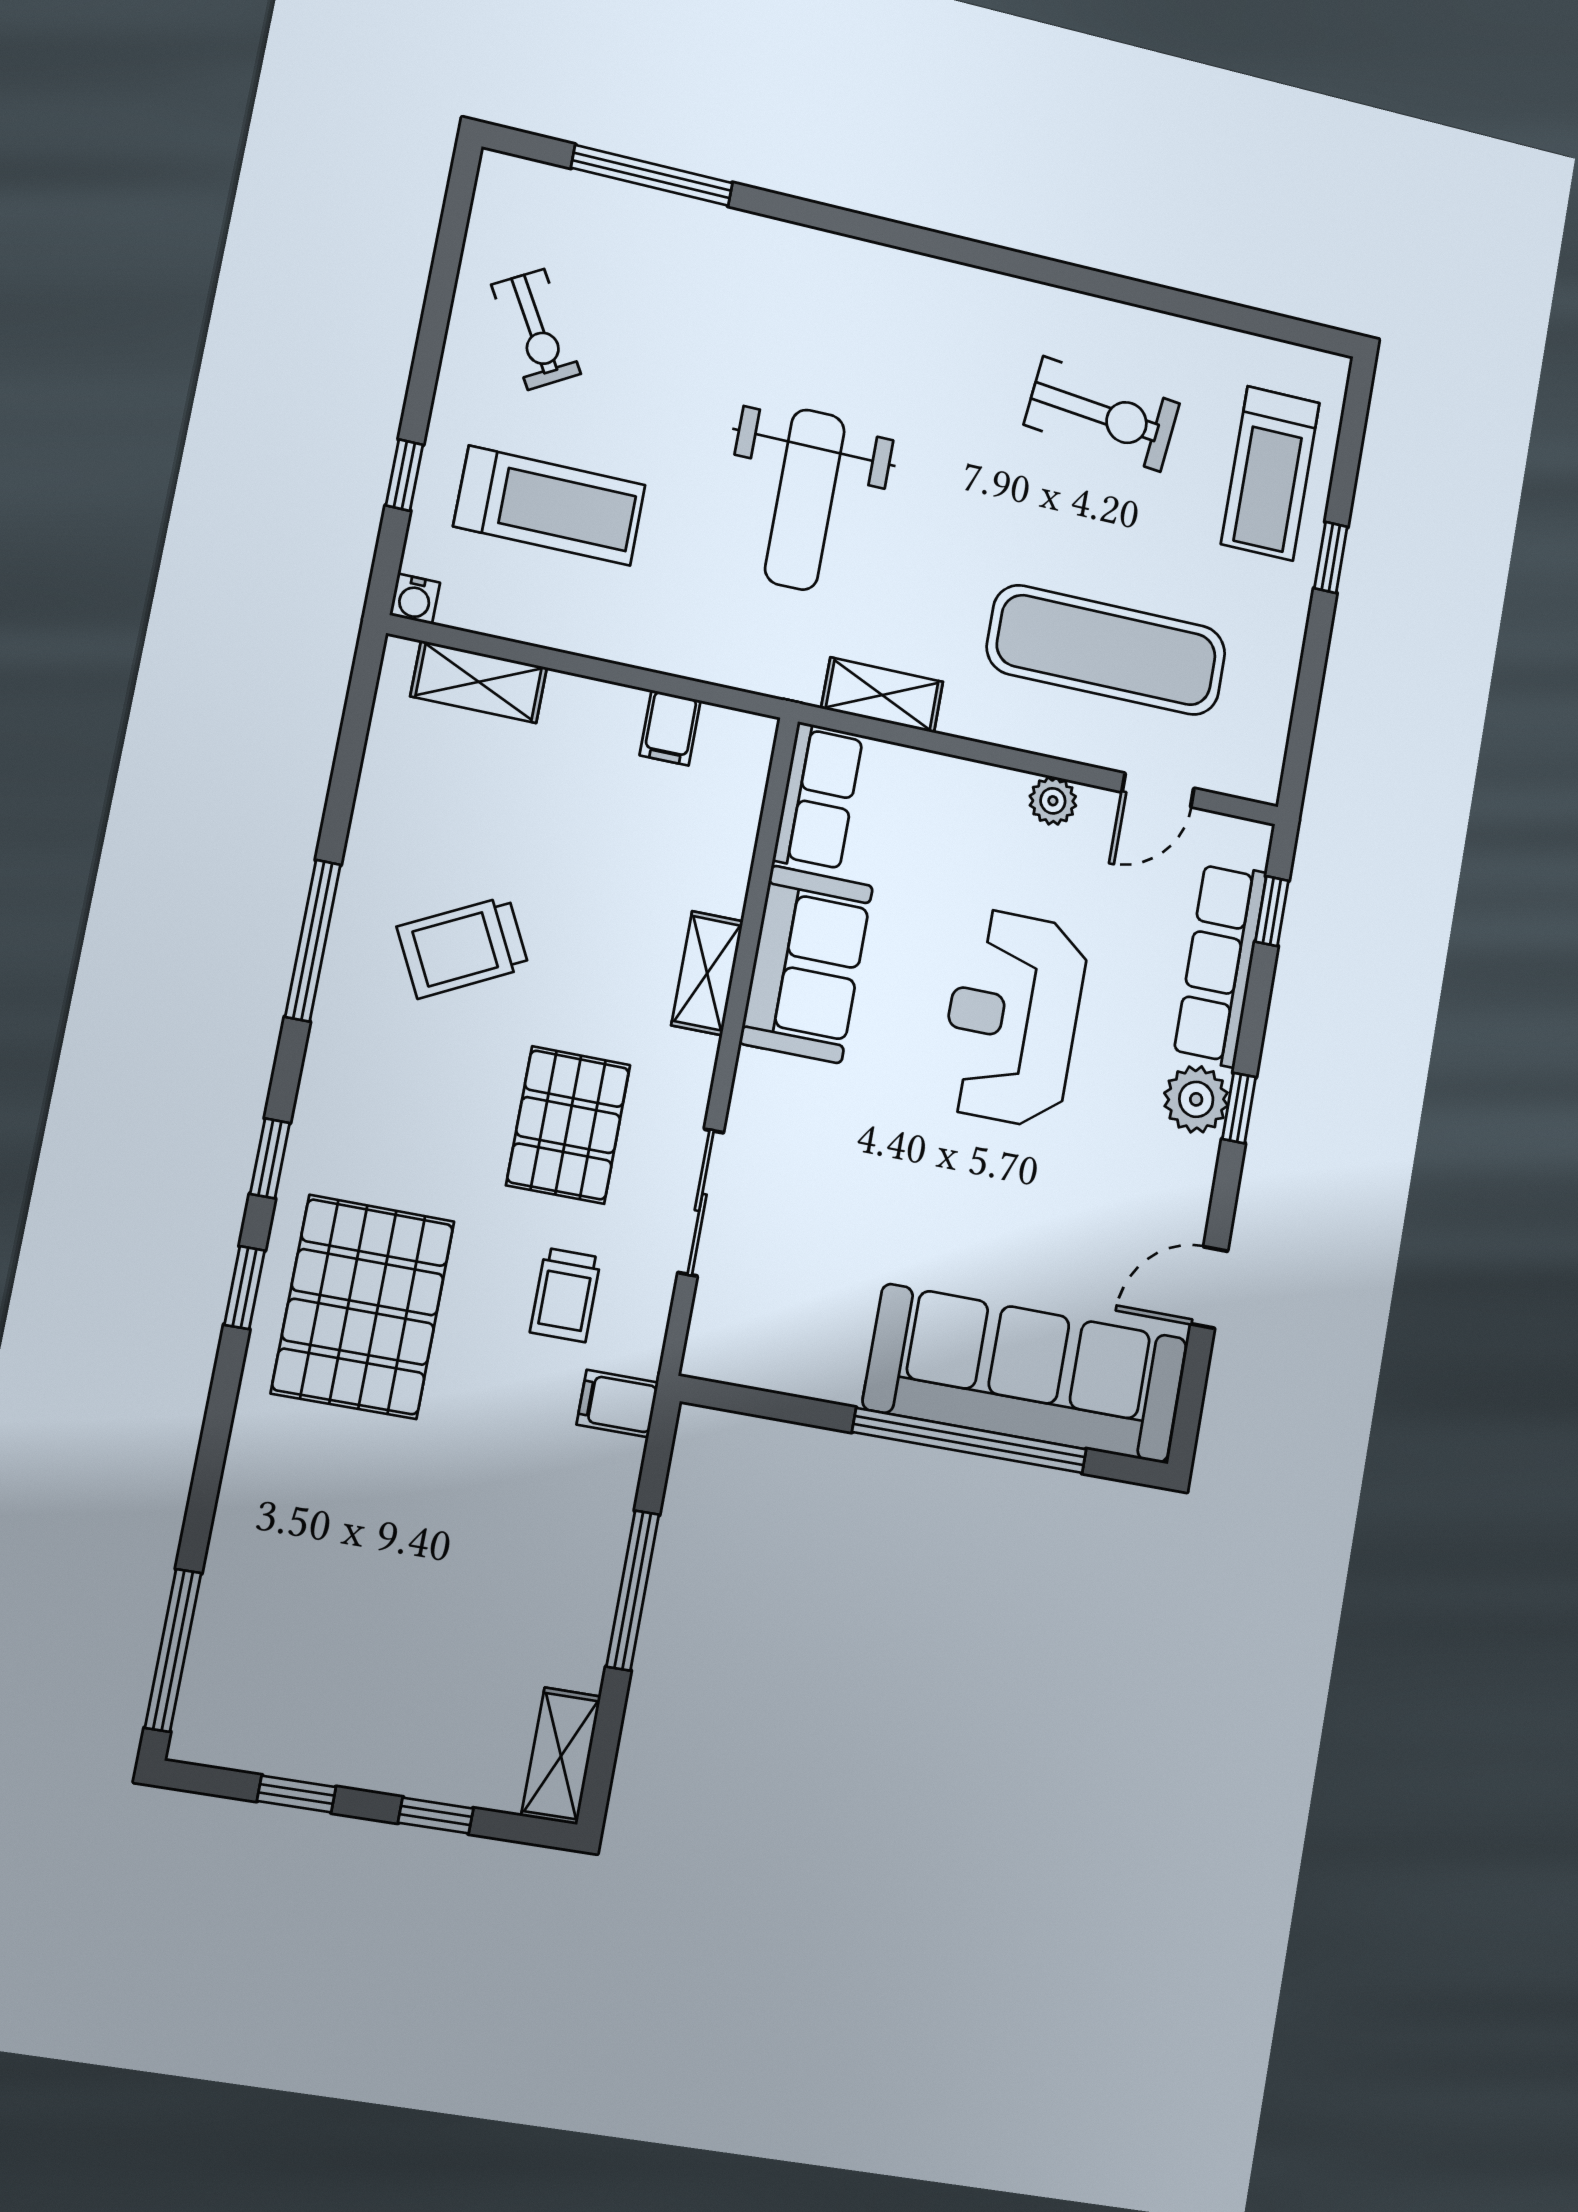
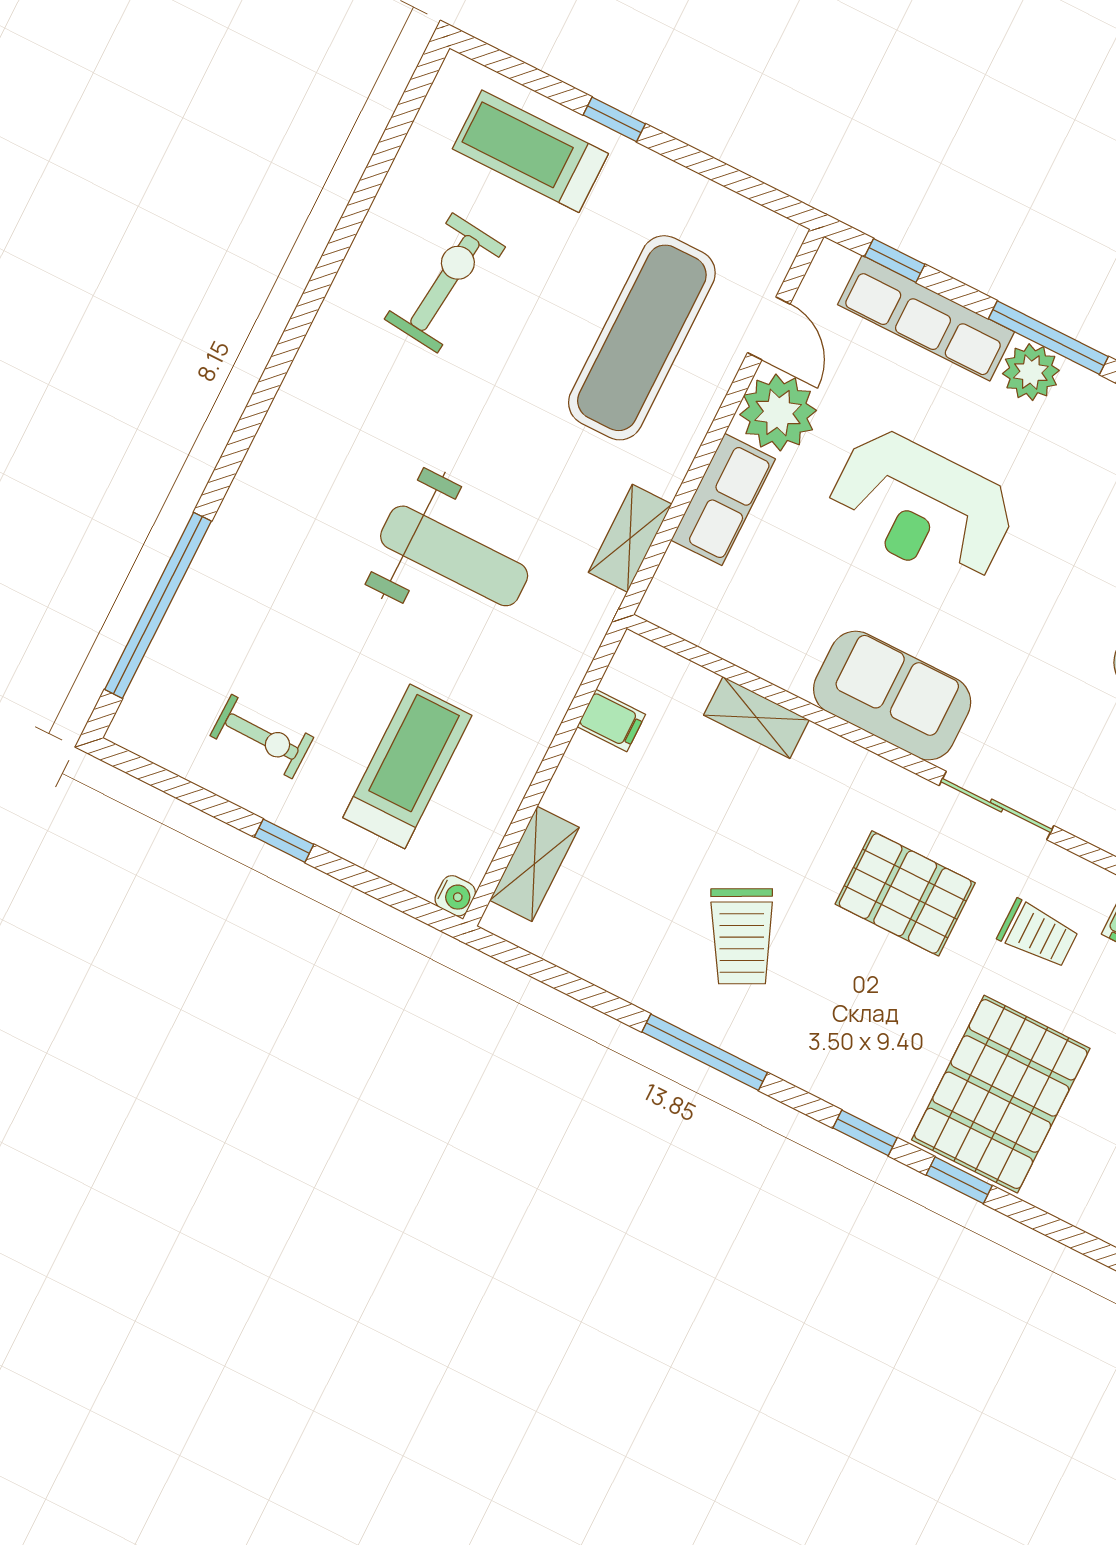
window: (652, 175) -> (158, 605), width x1.46
exercise bike: (536, 329) -> (262, 737), turned 31
treadmill: (1270, 473) -> (530, 151), turned 180
window: (404, 475) -> (284, 841), moved
row of seats: (818, 798) -> (723, 499), moved, turned 90
plant: (1053, 801) -> (778, 413), width x1.87, depth x1.87
sofa: (806, 964) -> (892, 696), moved
shelving: (707, 973) -> (756, 718), moved
window: (1239, 1108) -> (1048, 338), width x2.17
pallet: (363, 1307) -> (1001, 1094), turned 90

